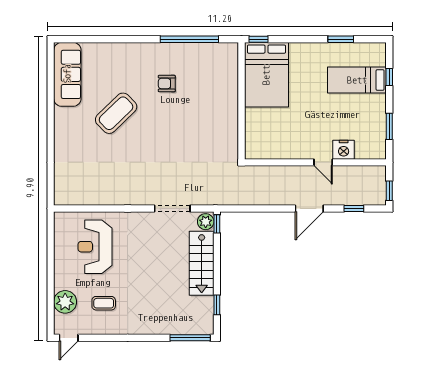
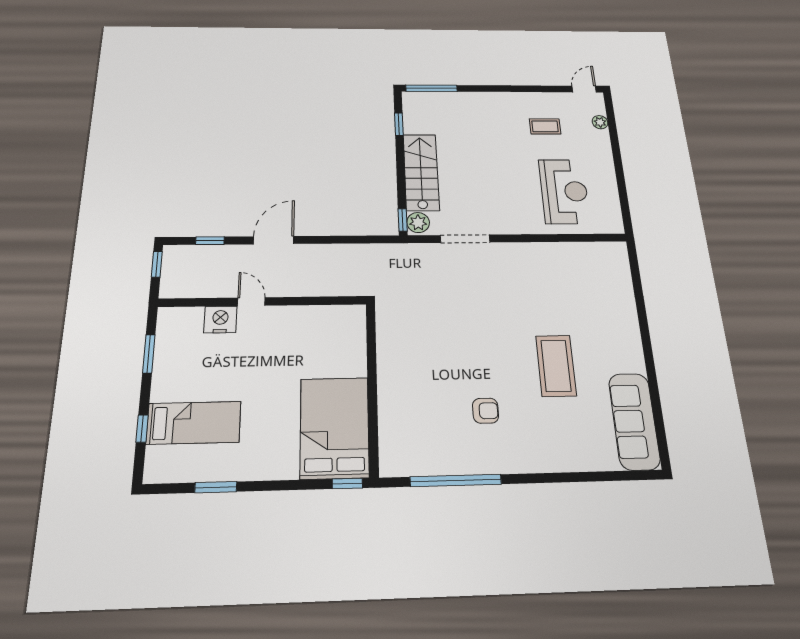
coffee table: (116, 113) -> (556, 366), turned -46
plant: (65, 302) -> (600, 122), width x0.53, depth x0.53

